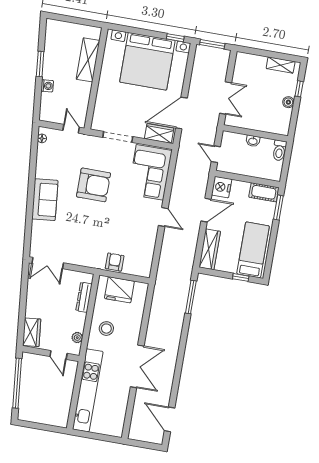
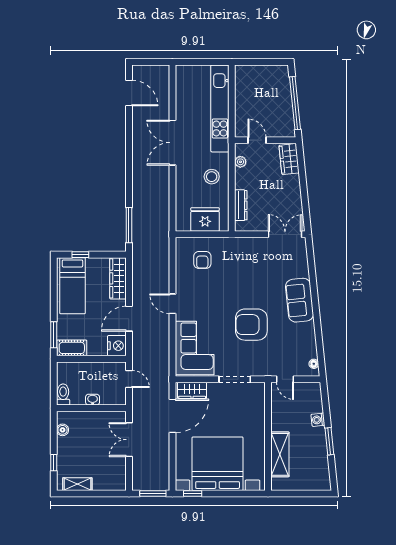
boiler: (288, 102) -> (63, 430), moved
armchair: (115, 262) -> (202, 260), moved

